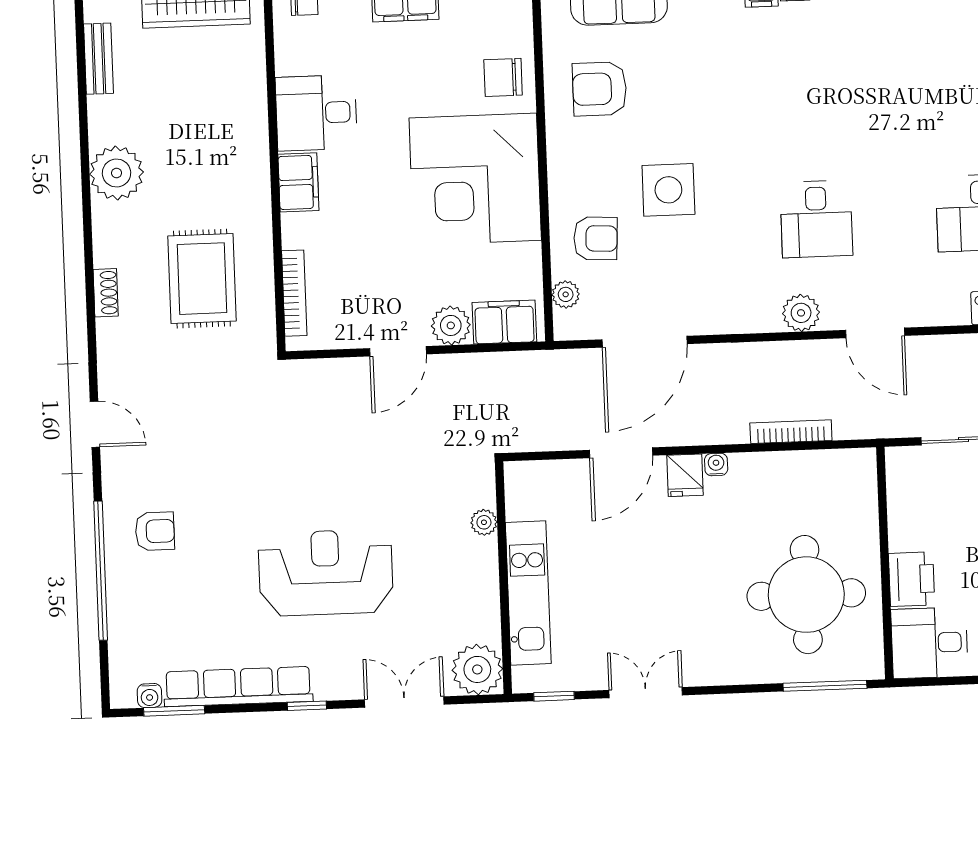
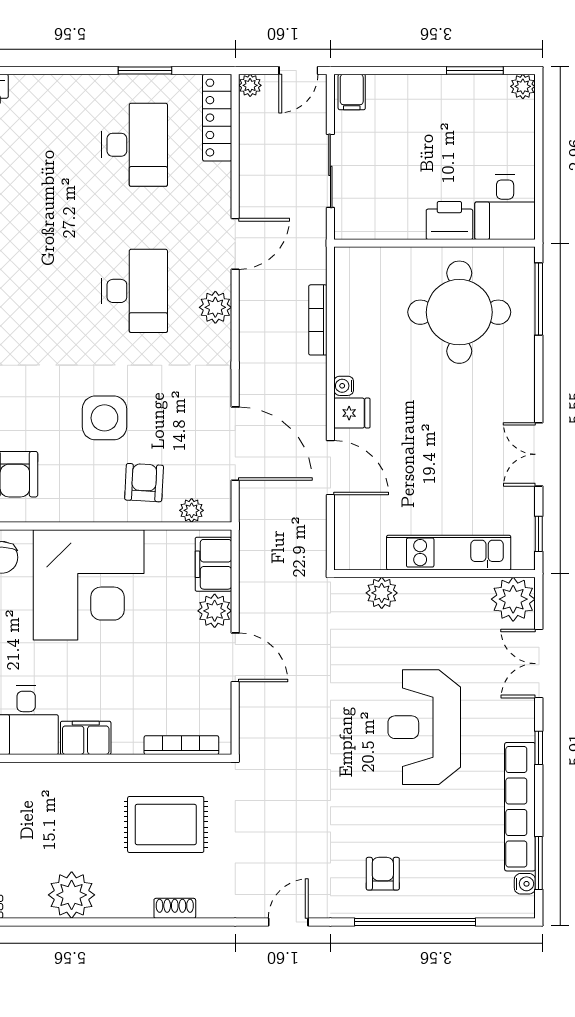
desk: (816, 219) -> (135, 291), width x1.37
plant: (484, 522) -> (382, 593), width x1.38, depth x1.38

